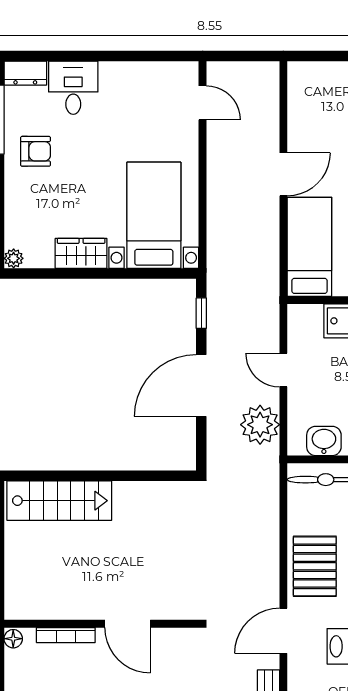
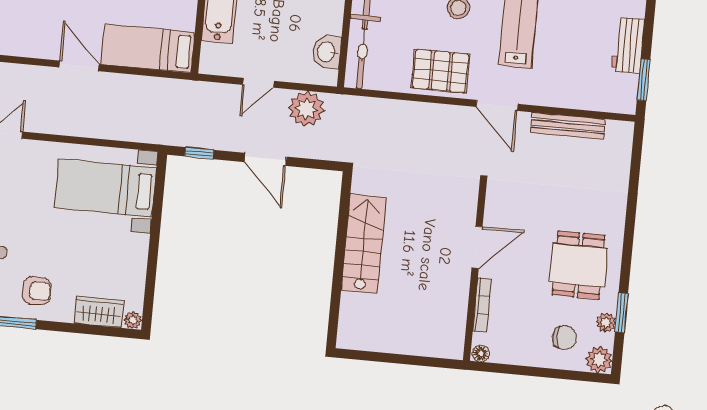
armchair: (36, 151) -> (37, 291), turned 90
wardrobe: (81, 253) -> (99, 312), moved, turned 90
door: (201, 385) -> (265, 159), width x0.73
stairs: (59, 501) -> (364, 244), moved

